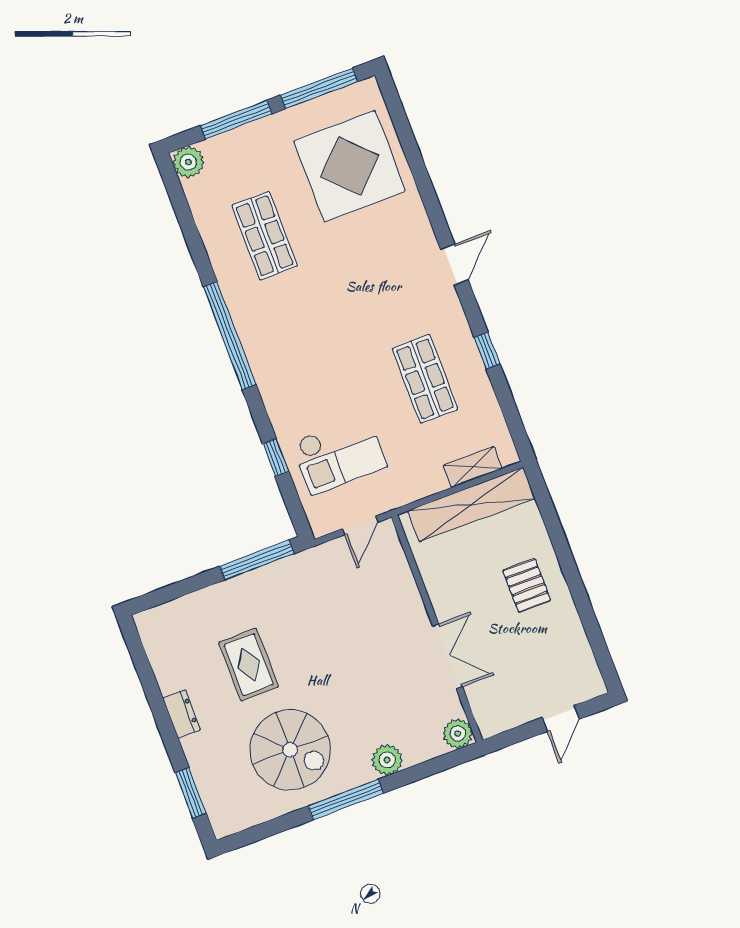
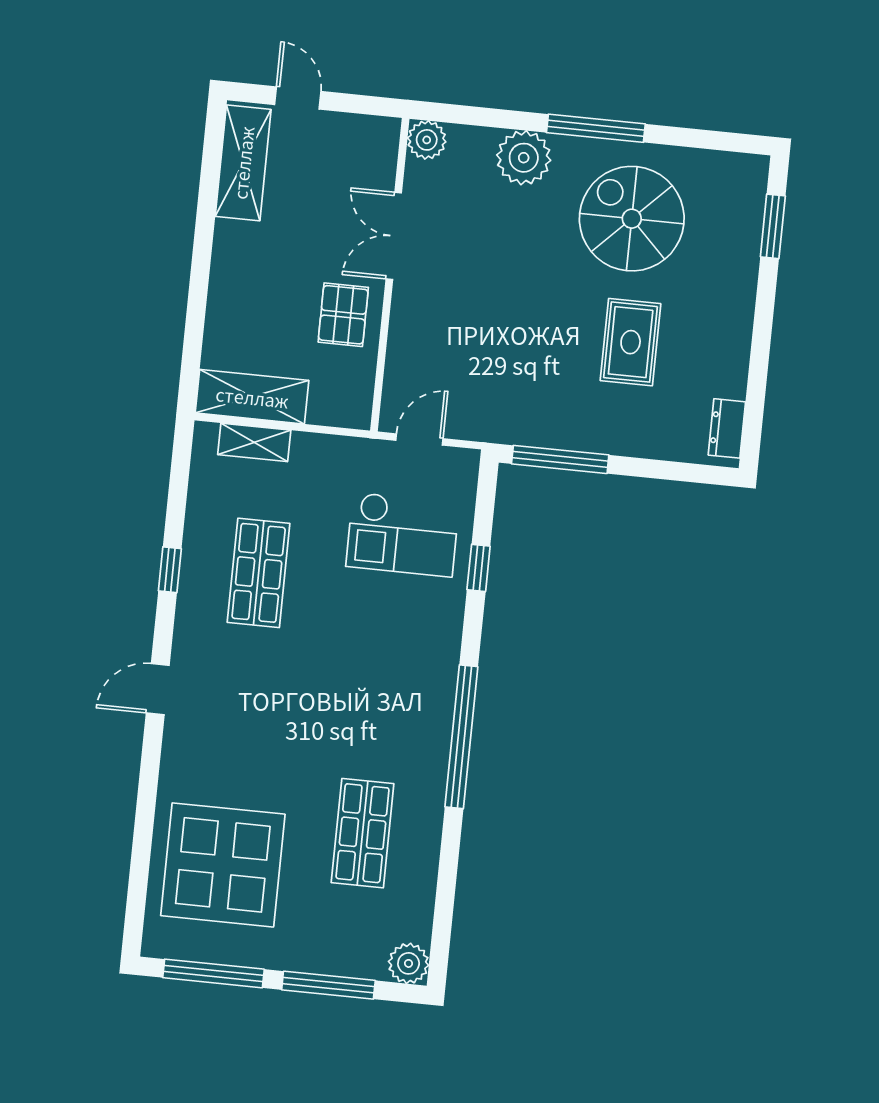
checkout: (339, 455) -> (403, 534), turned 180
shelving: (471, 505) -> (252, 397), width x0.68
pallet: (527, 585) -> (343, 315), moved
shelving: (576, 655) -> (243, 163), added
dresser: (182, 714) -> (727, 428), moved
door: (561, 718) -> (298, 98), hinge flipped
plant: (387, 760) -> (524, 158), width x1.36, depth x1.36

